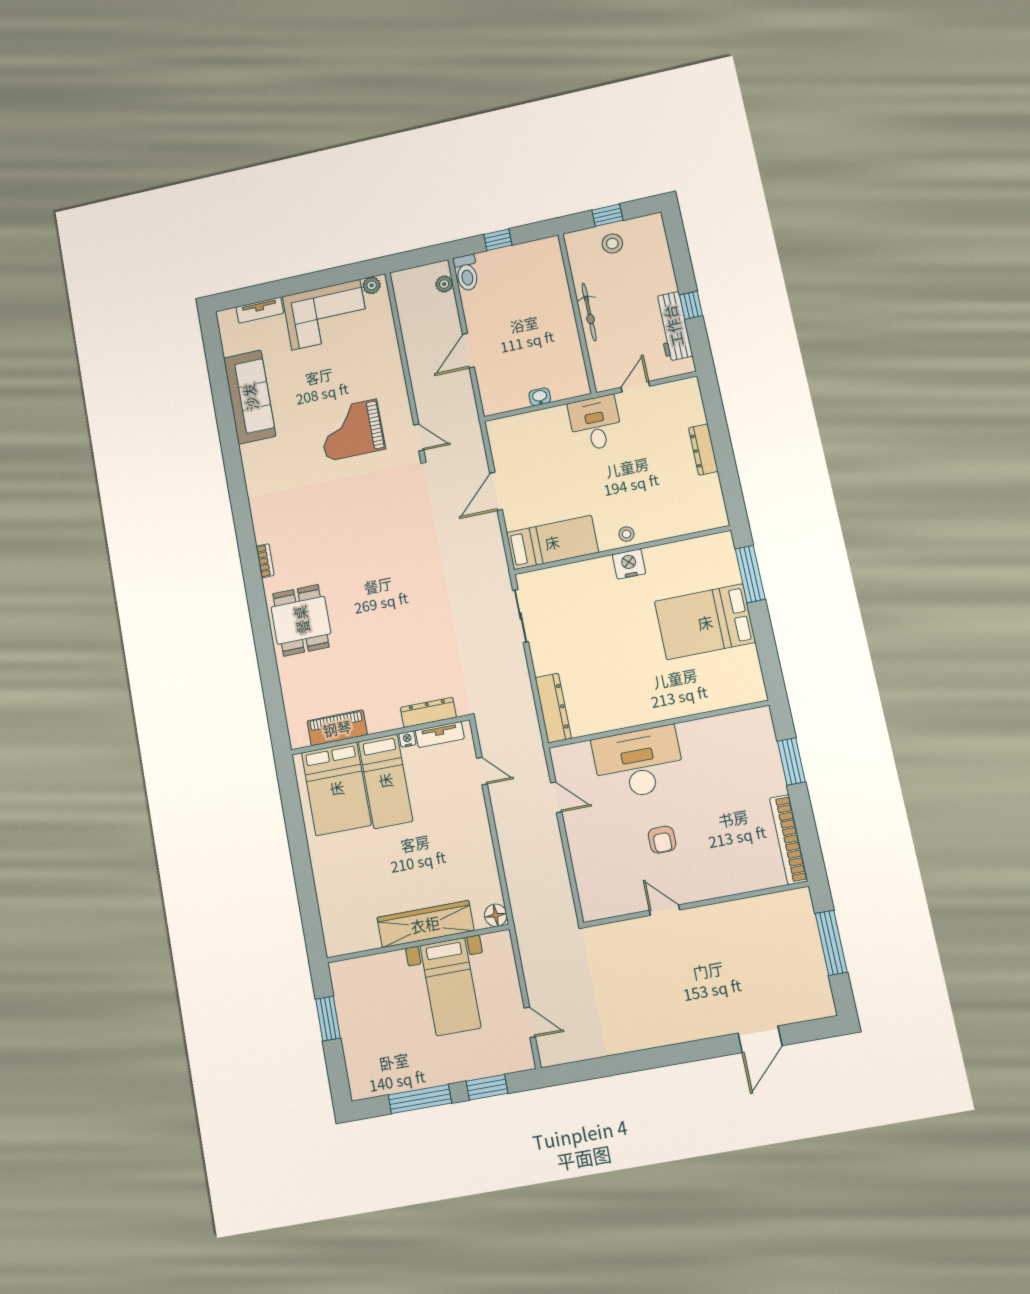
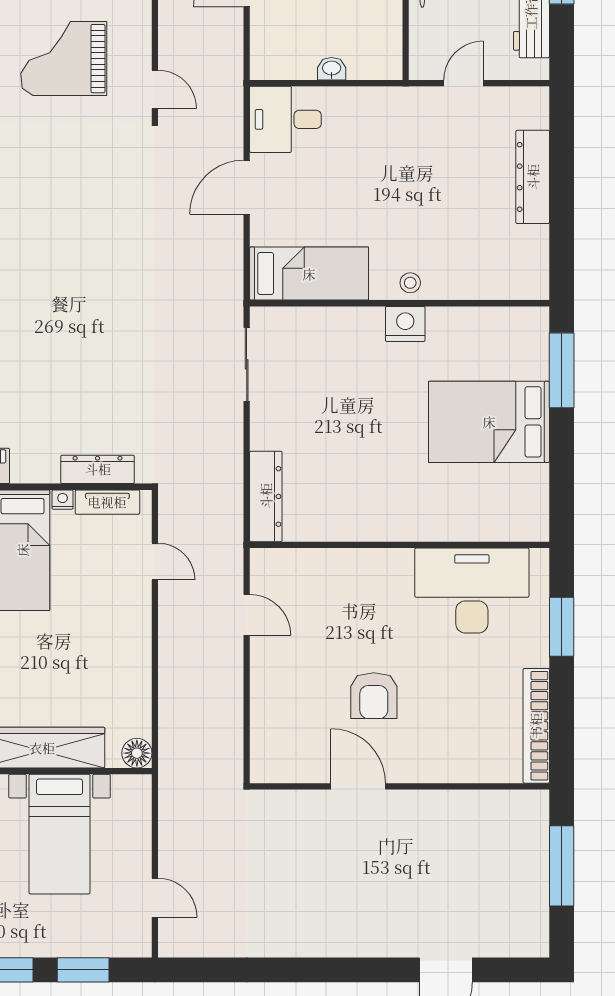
desk: (595, 423) -> (285, 119), moved, turned -90
dresser: (703, 450) -> (533, 177), width x1.37, depth x1.24
desk: (638, 763) -> (472, 591), moved
armchair: (662, 840) -> (374, 696), width x1.38, depth x1.38
door: (664, 910) -> (358, 786), width x1.38

